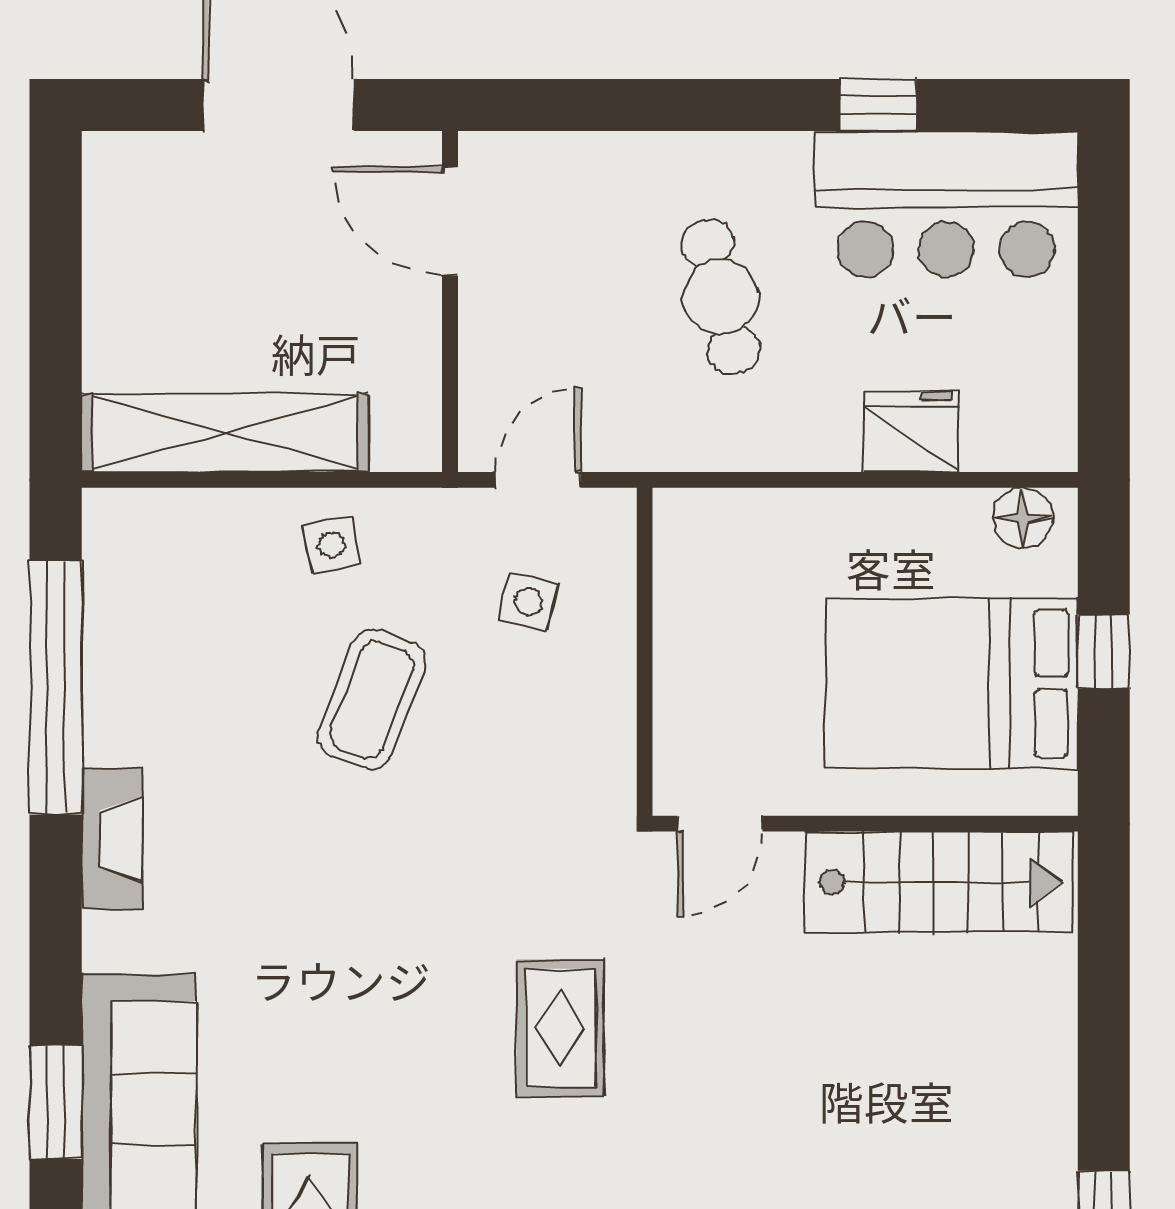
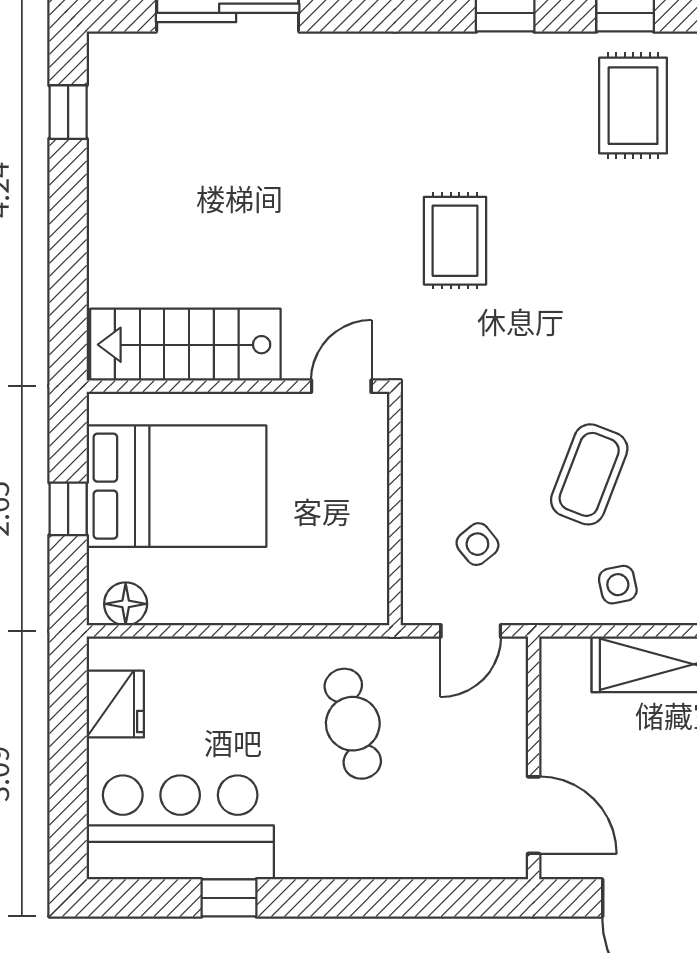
cafe table: (721, 297) -> (353, 724), moved
fridge: (912, 432) -> (115, 704), moved, turned -90
side table: (529, 602) -> (477, 544), turned 38

